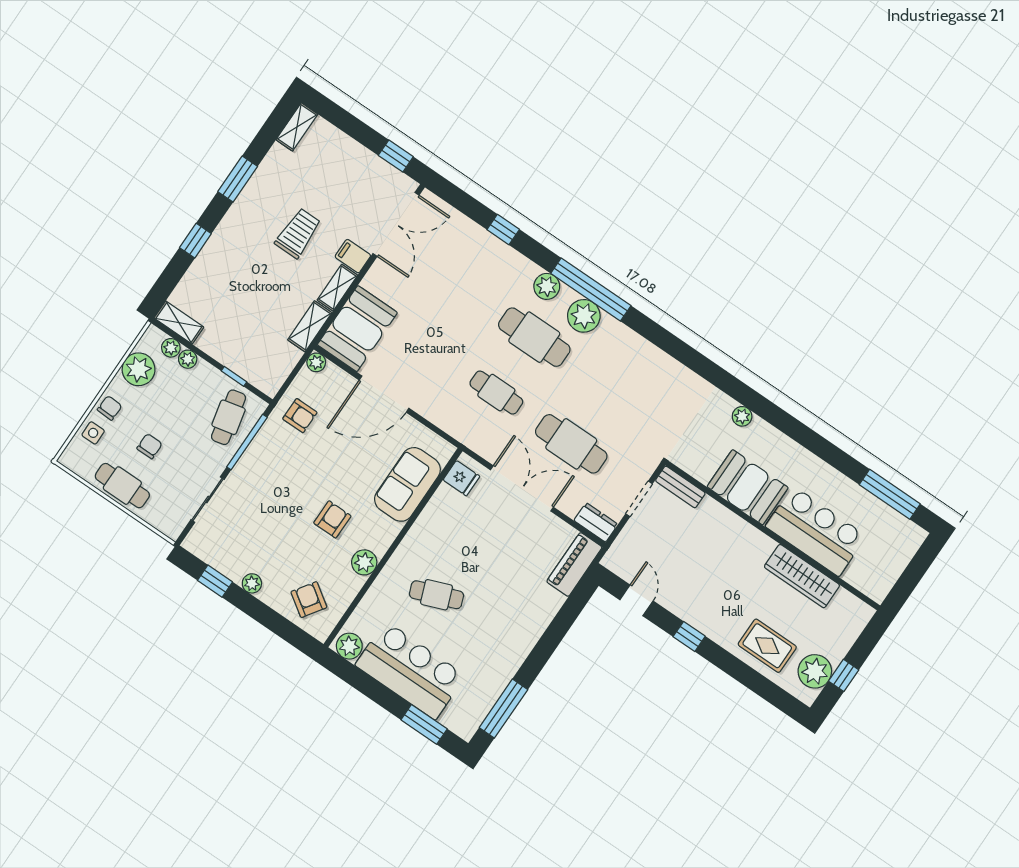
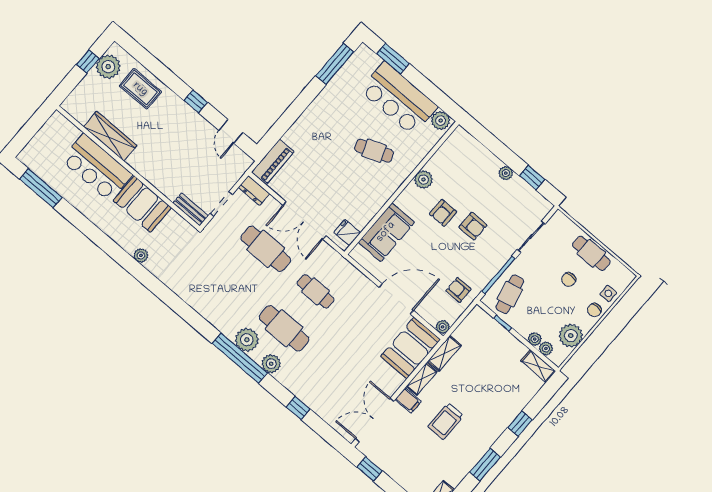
armchair: (309, 600) -> (473, 226), moved, turned -34

